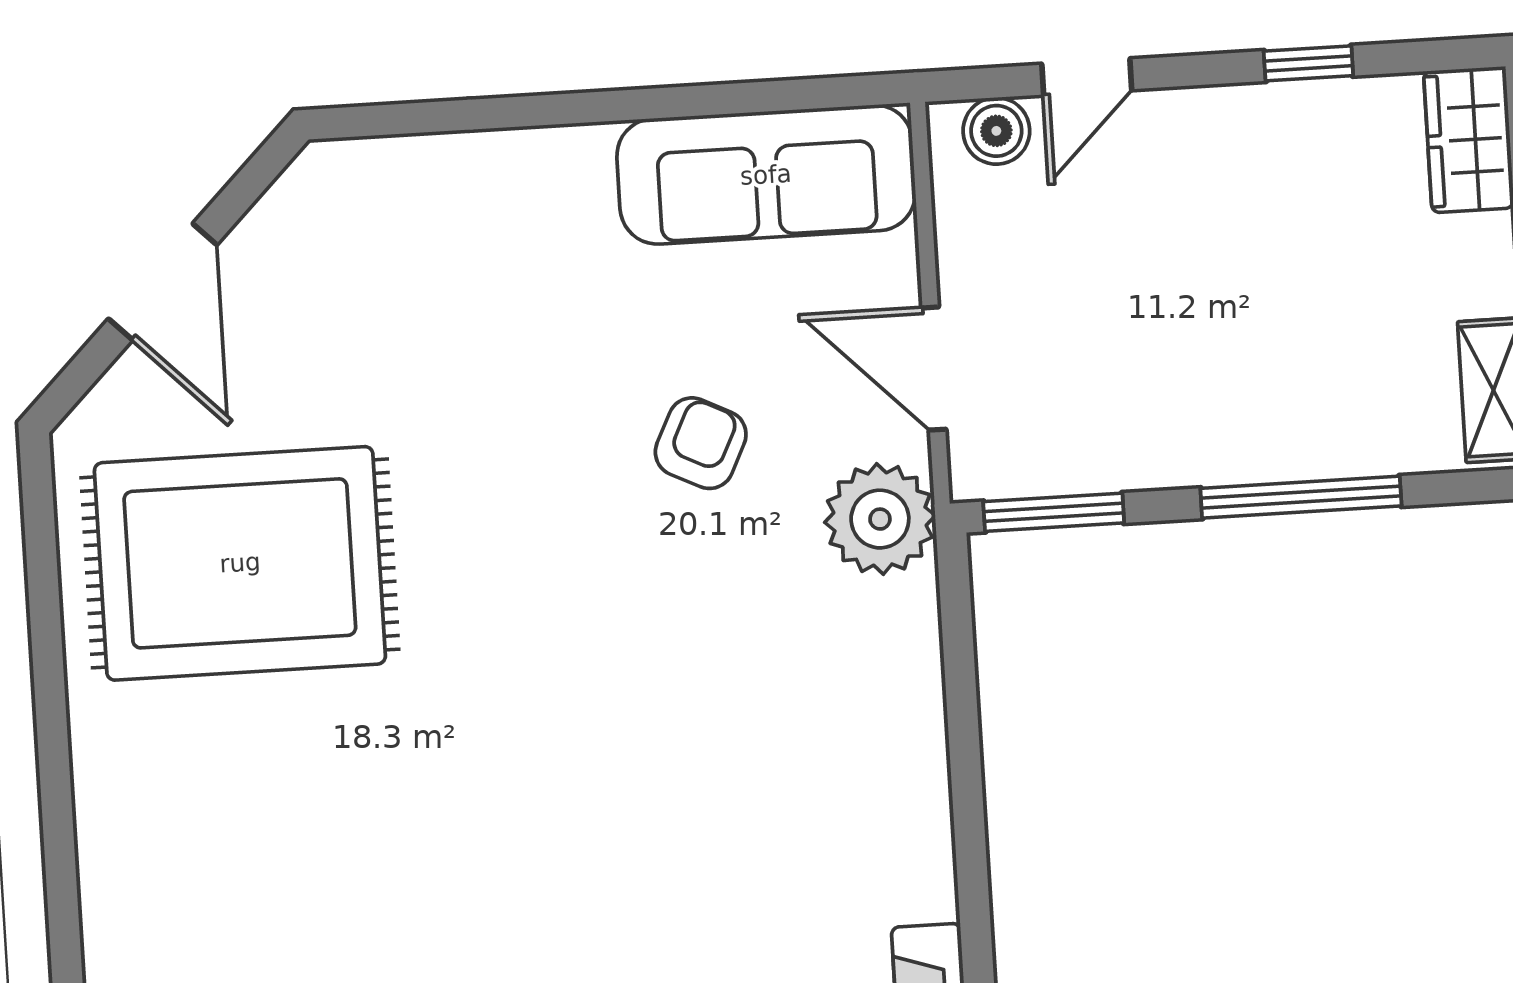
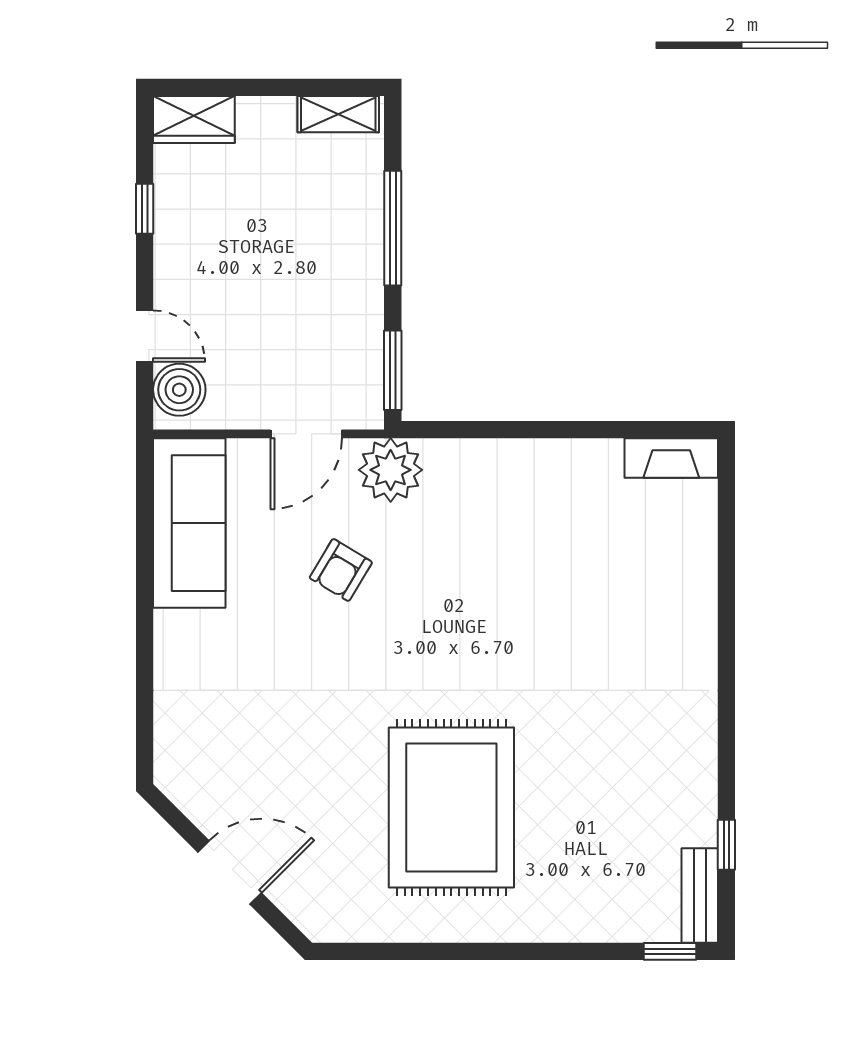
boiler: (996, 131) -> (179, 390), width x1.36, depth x1.36
armchair: (701, 443) -> (341, 570), turned -85
rug: (240, 563) -> (451, 807), moved

